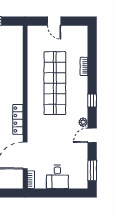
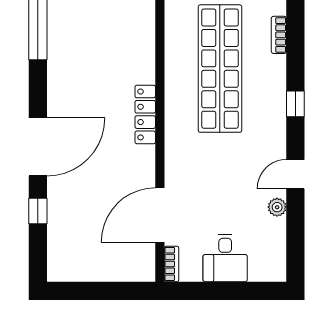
locker: (18, 119) -> (145, 114), moved
plant: (83, 122) -> (277, 207), moved
window: (92, 170) -> (295, 245), removed

